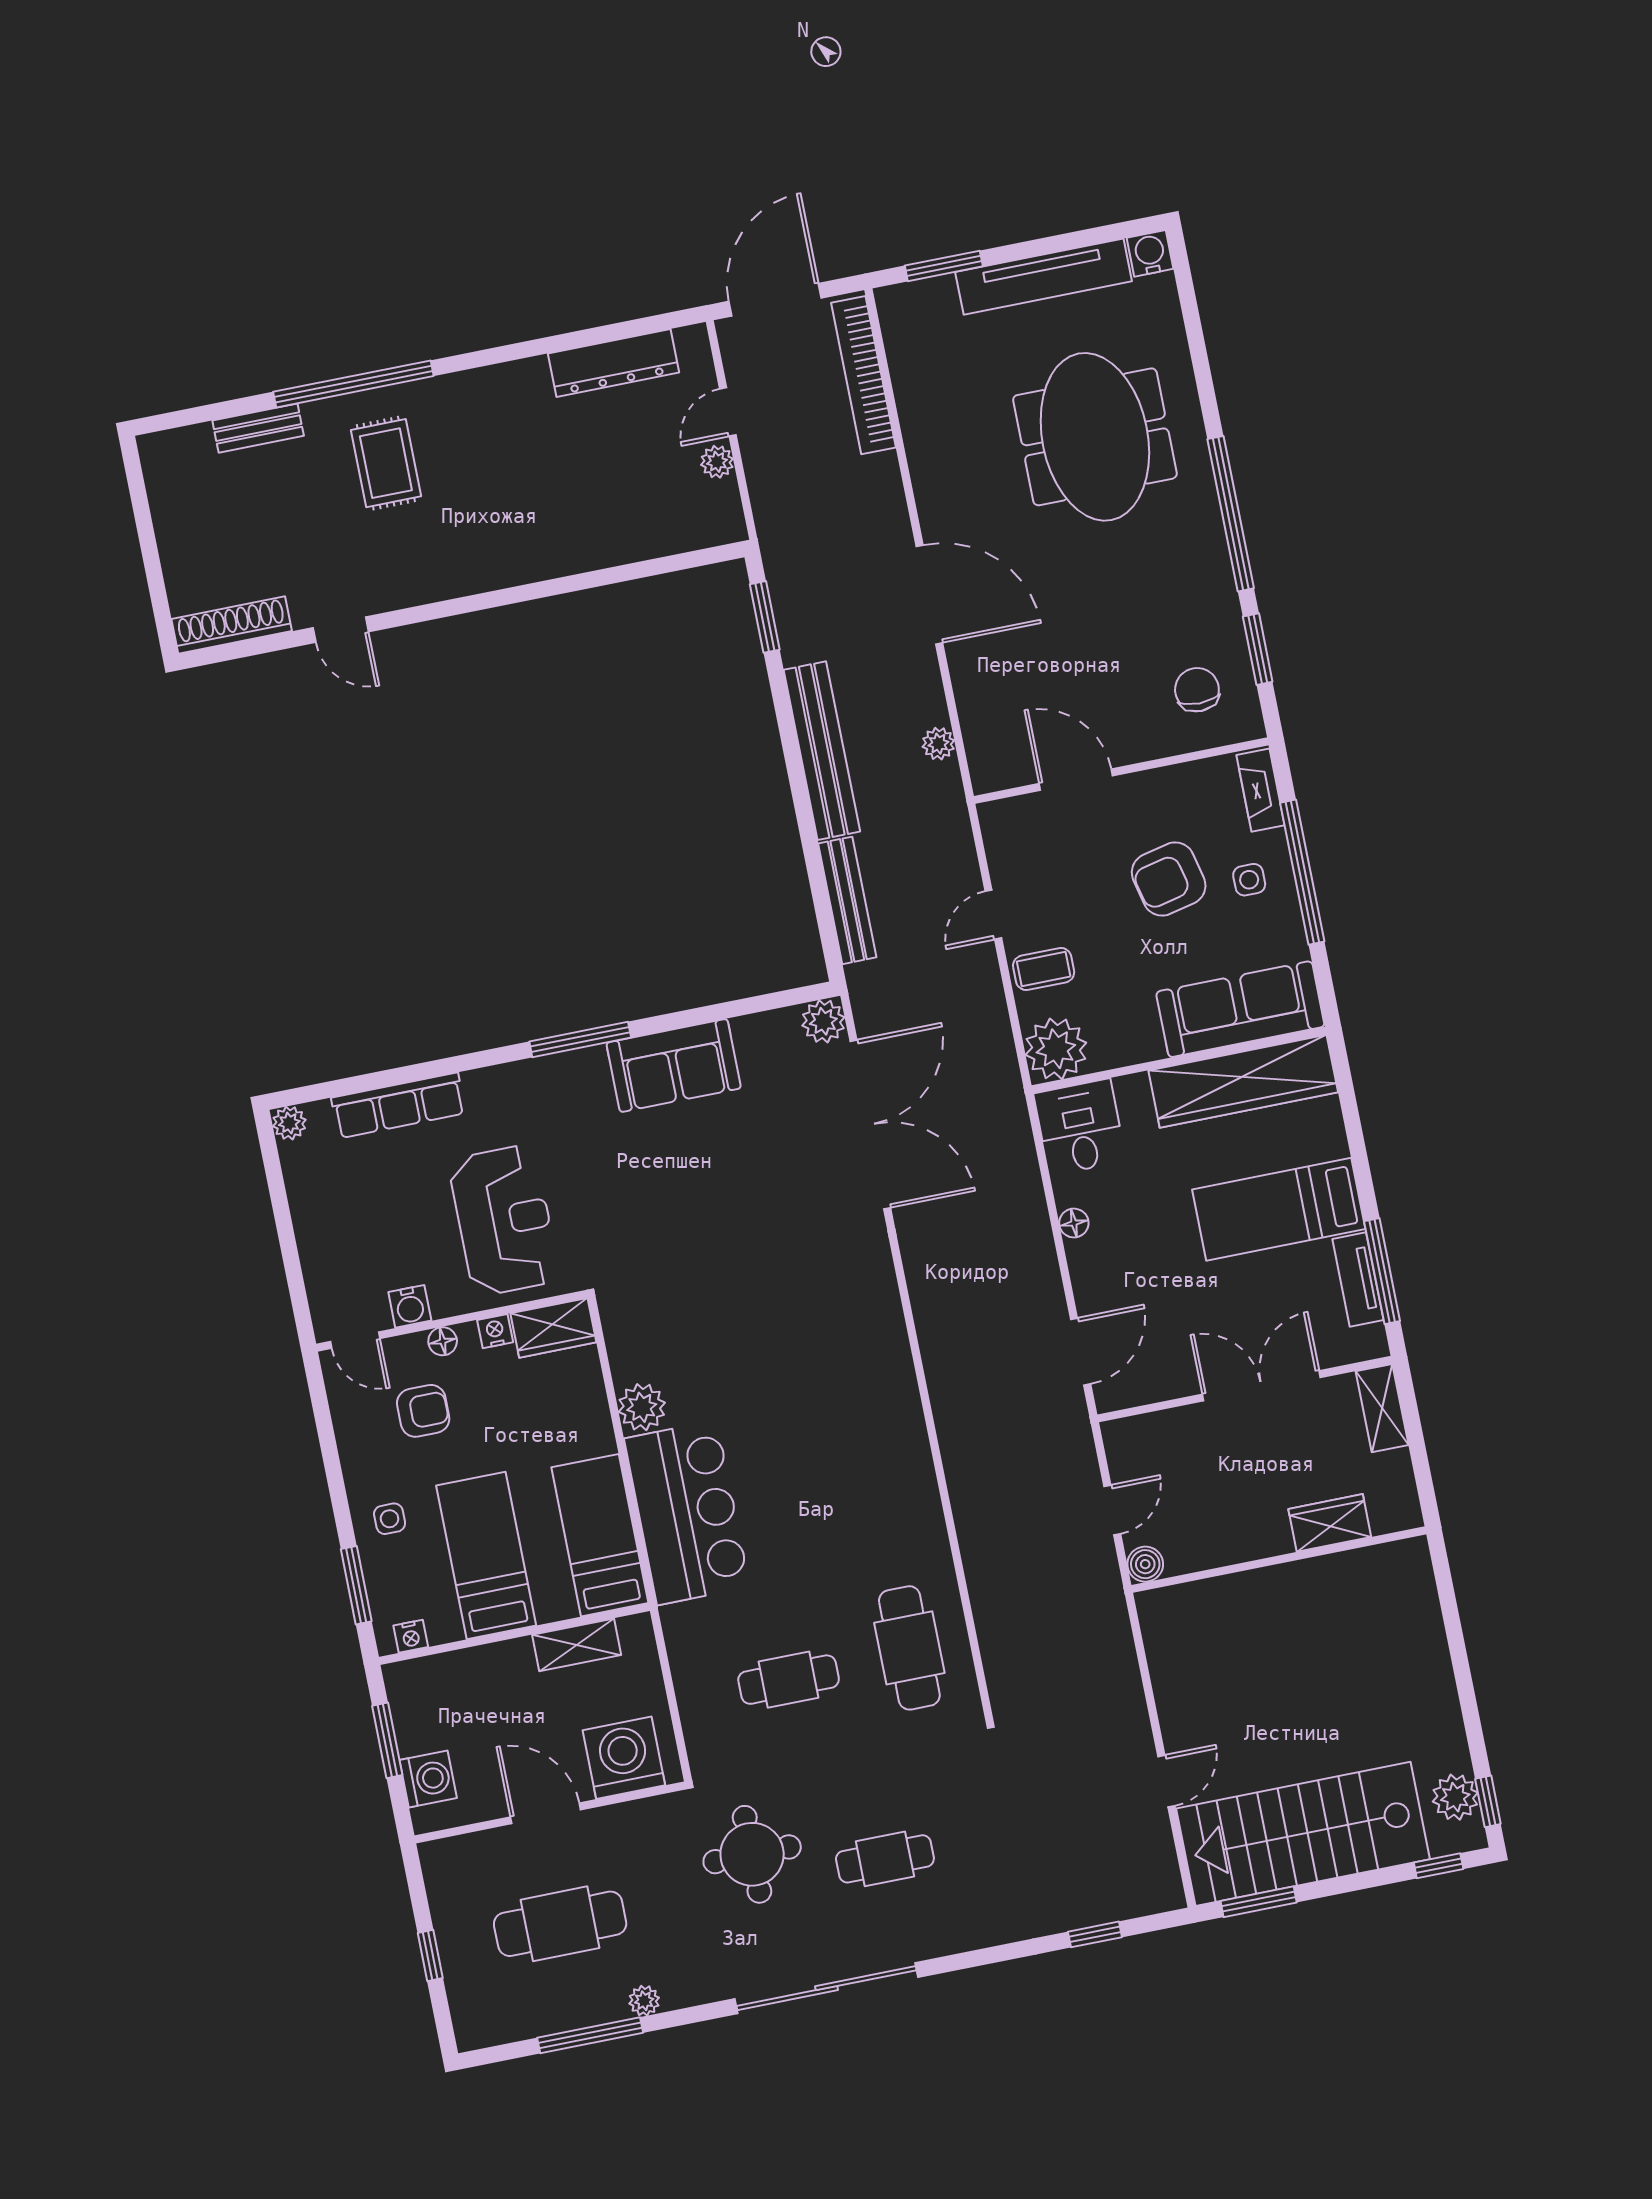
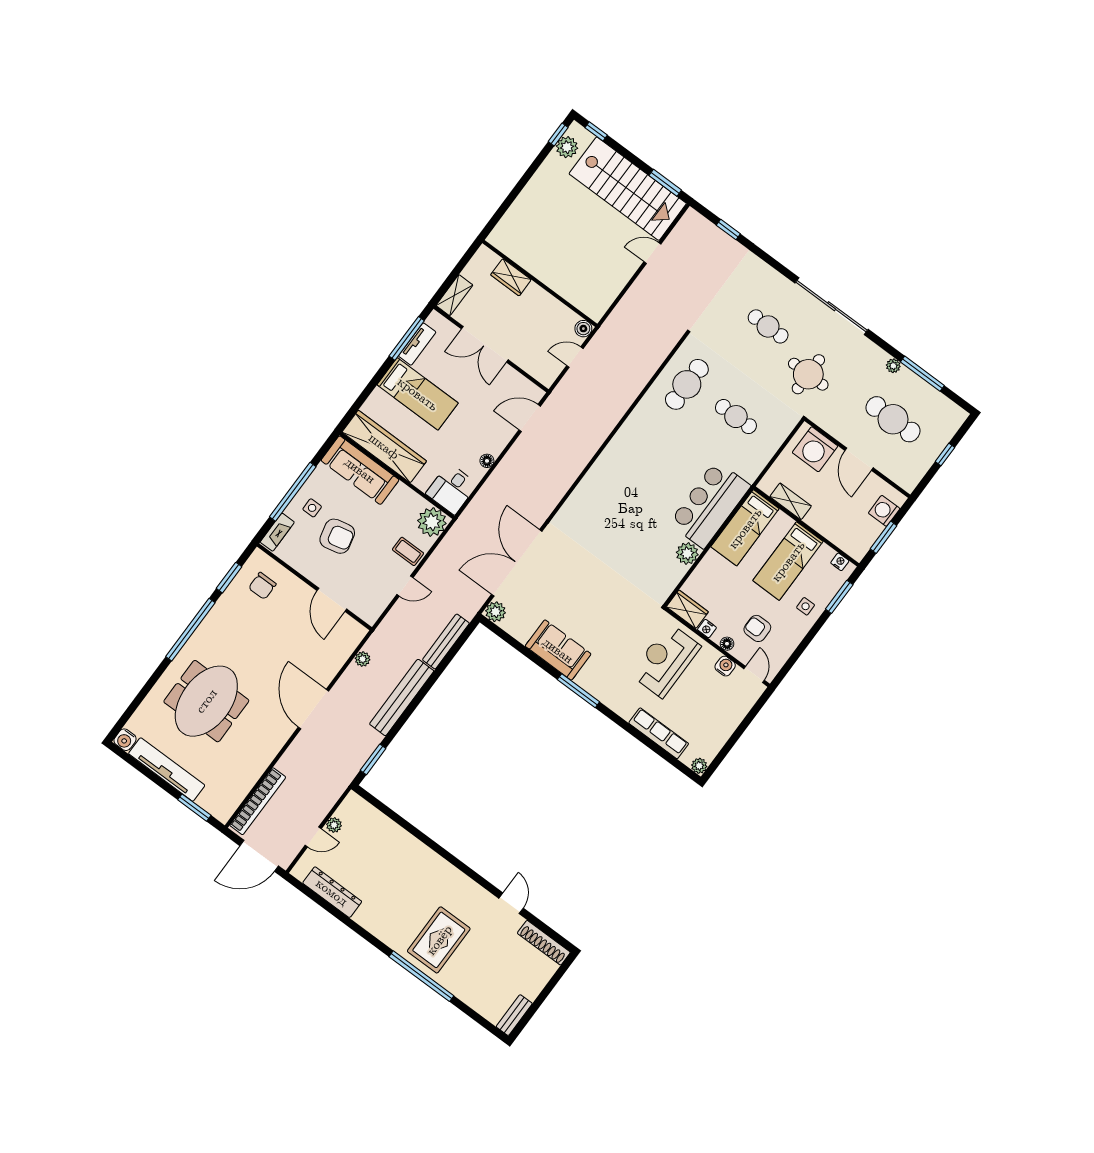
bench: (258, 428) -> (514, 1015), moved, turned 90
rug: (386, 463) -> (439, 940), width x1.36, depth x1.43

